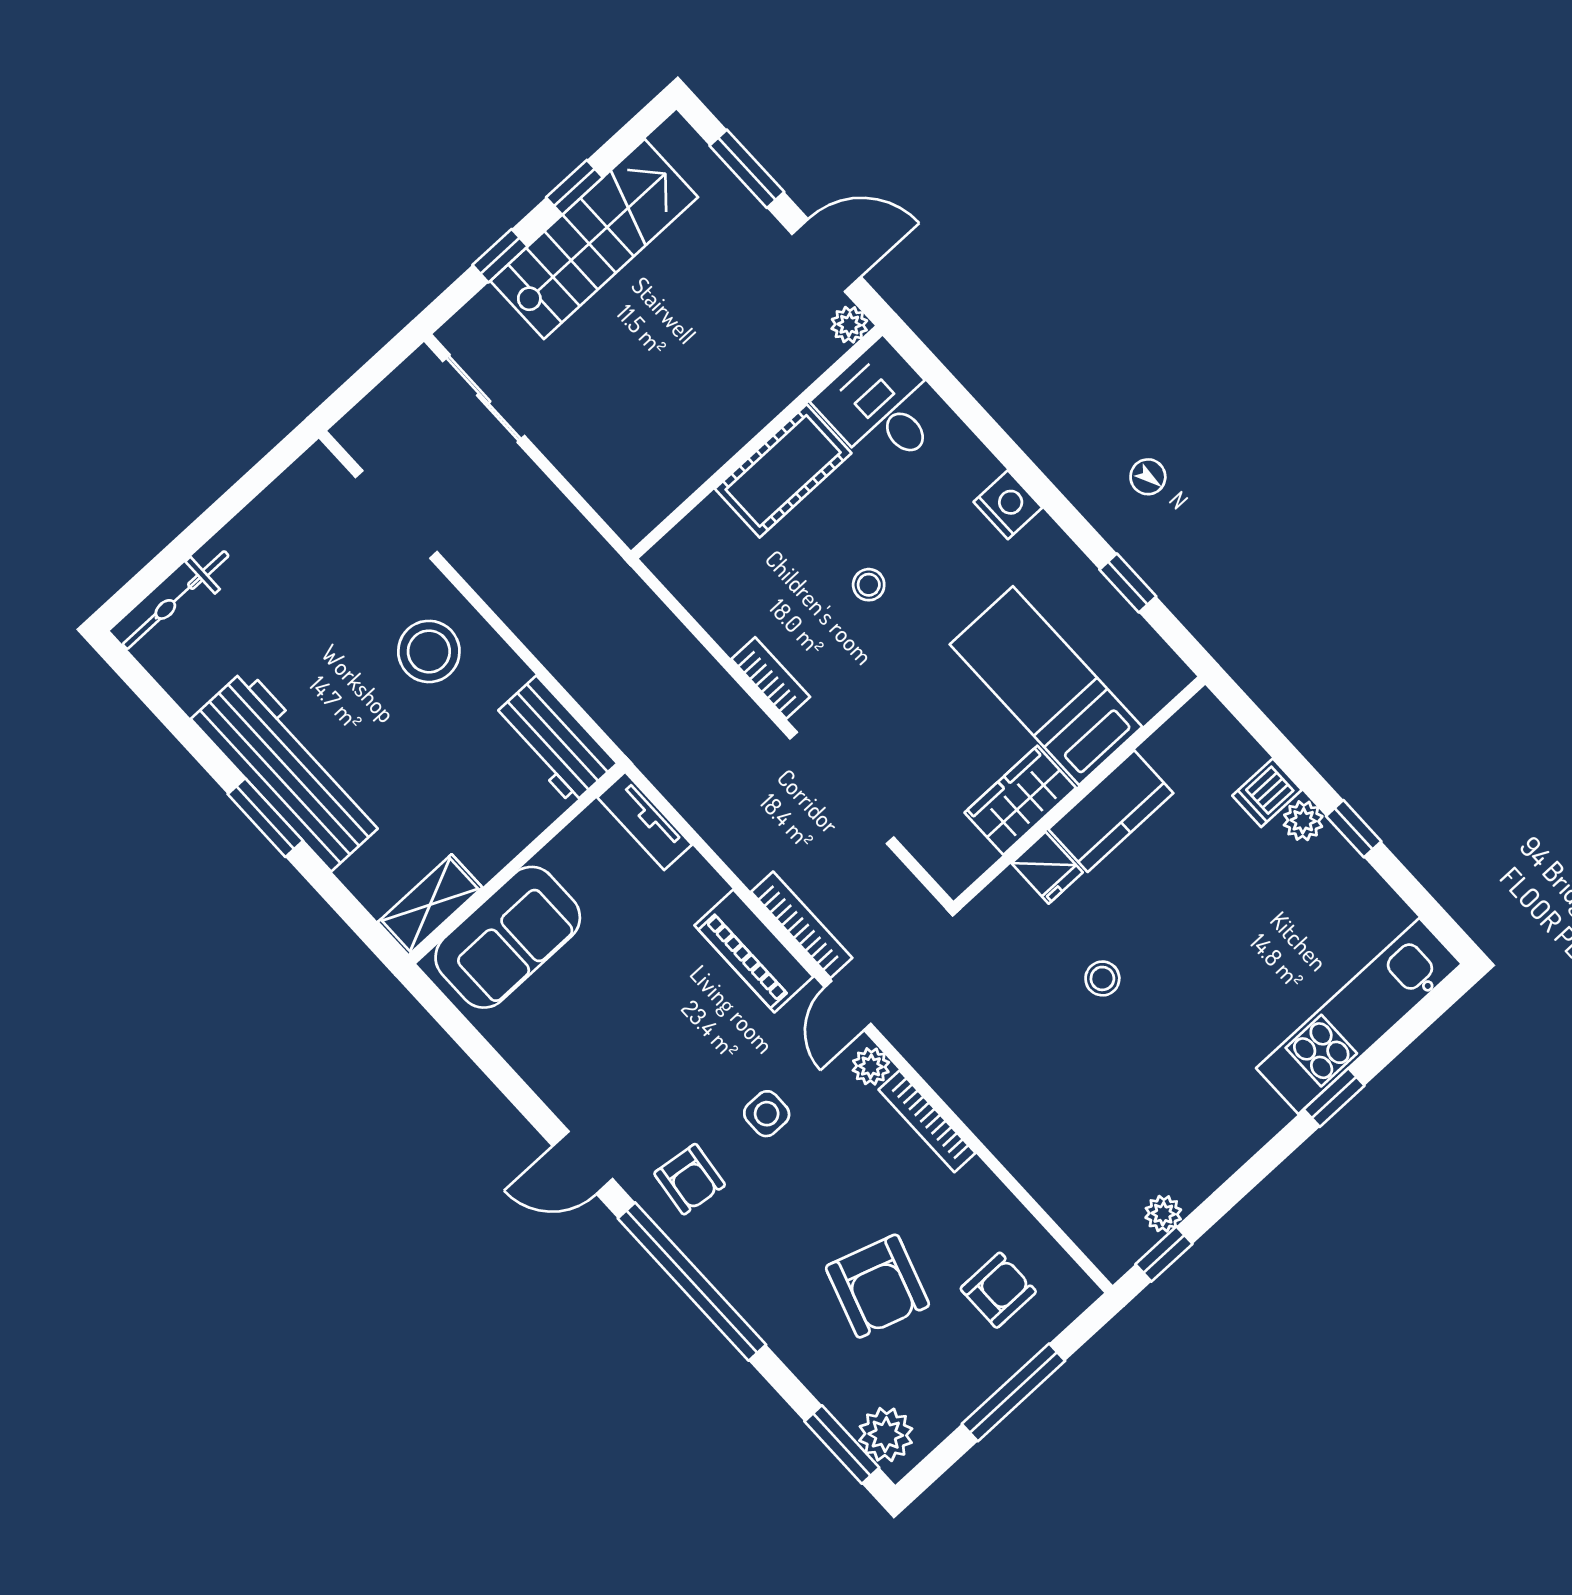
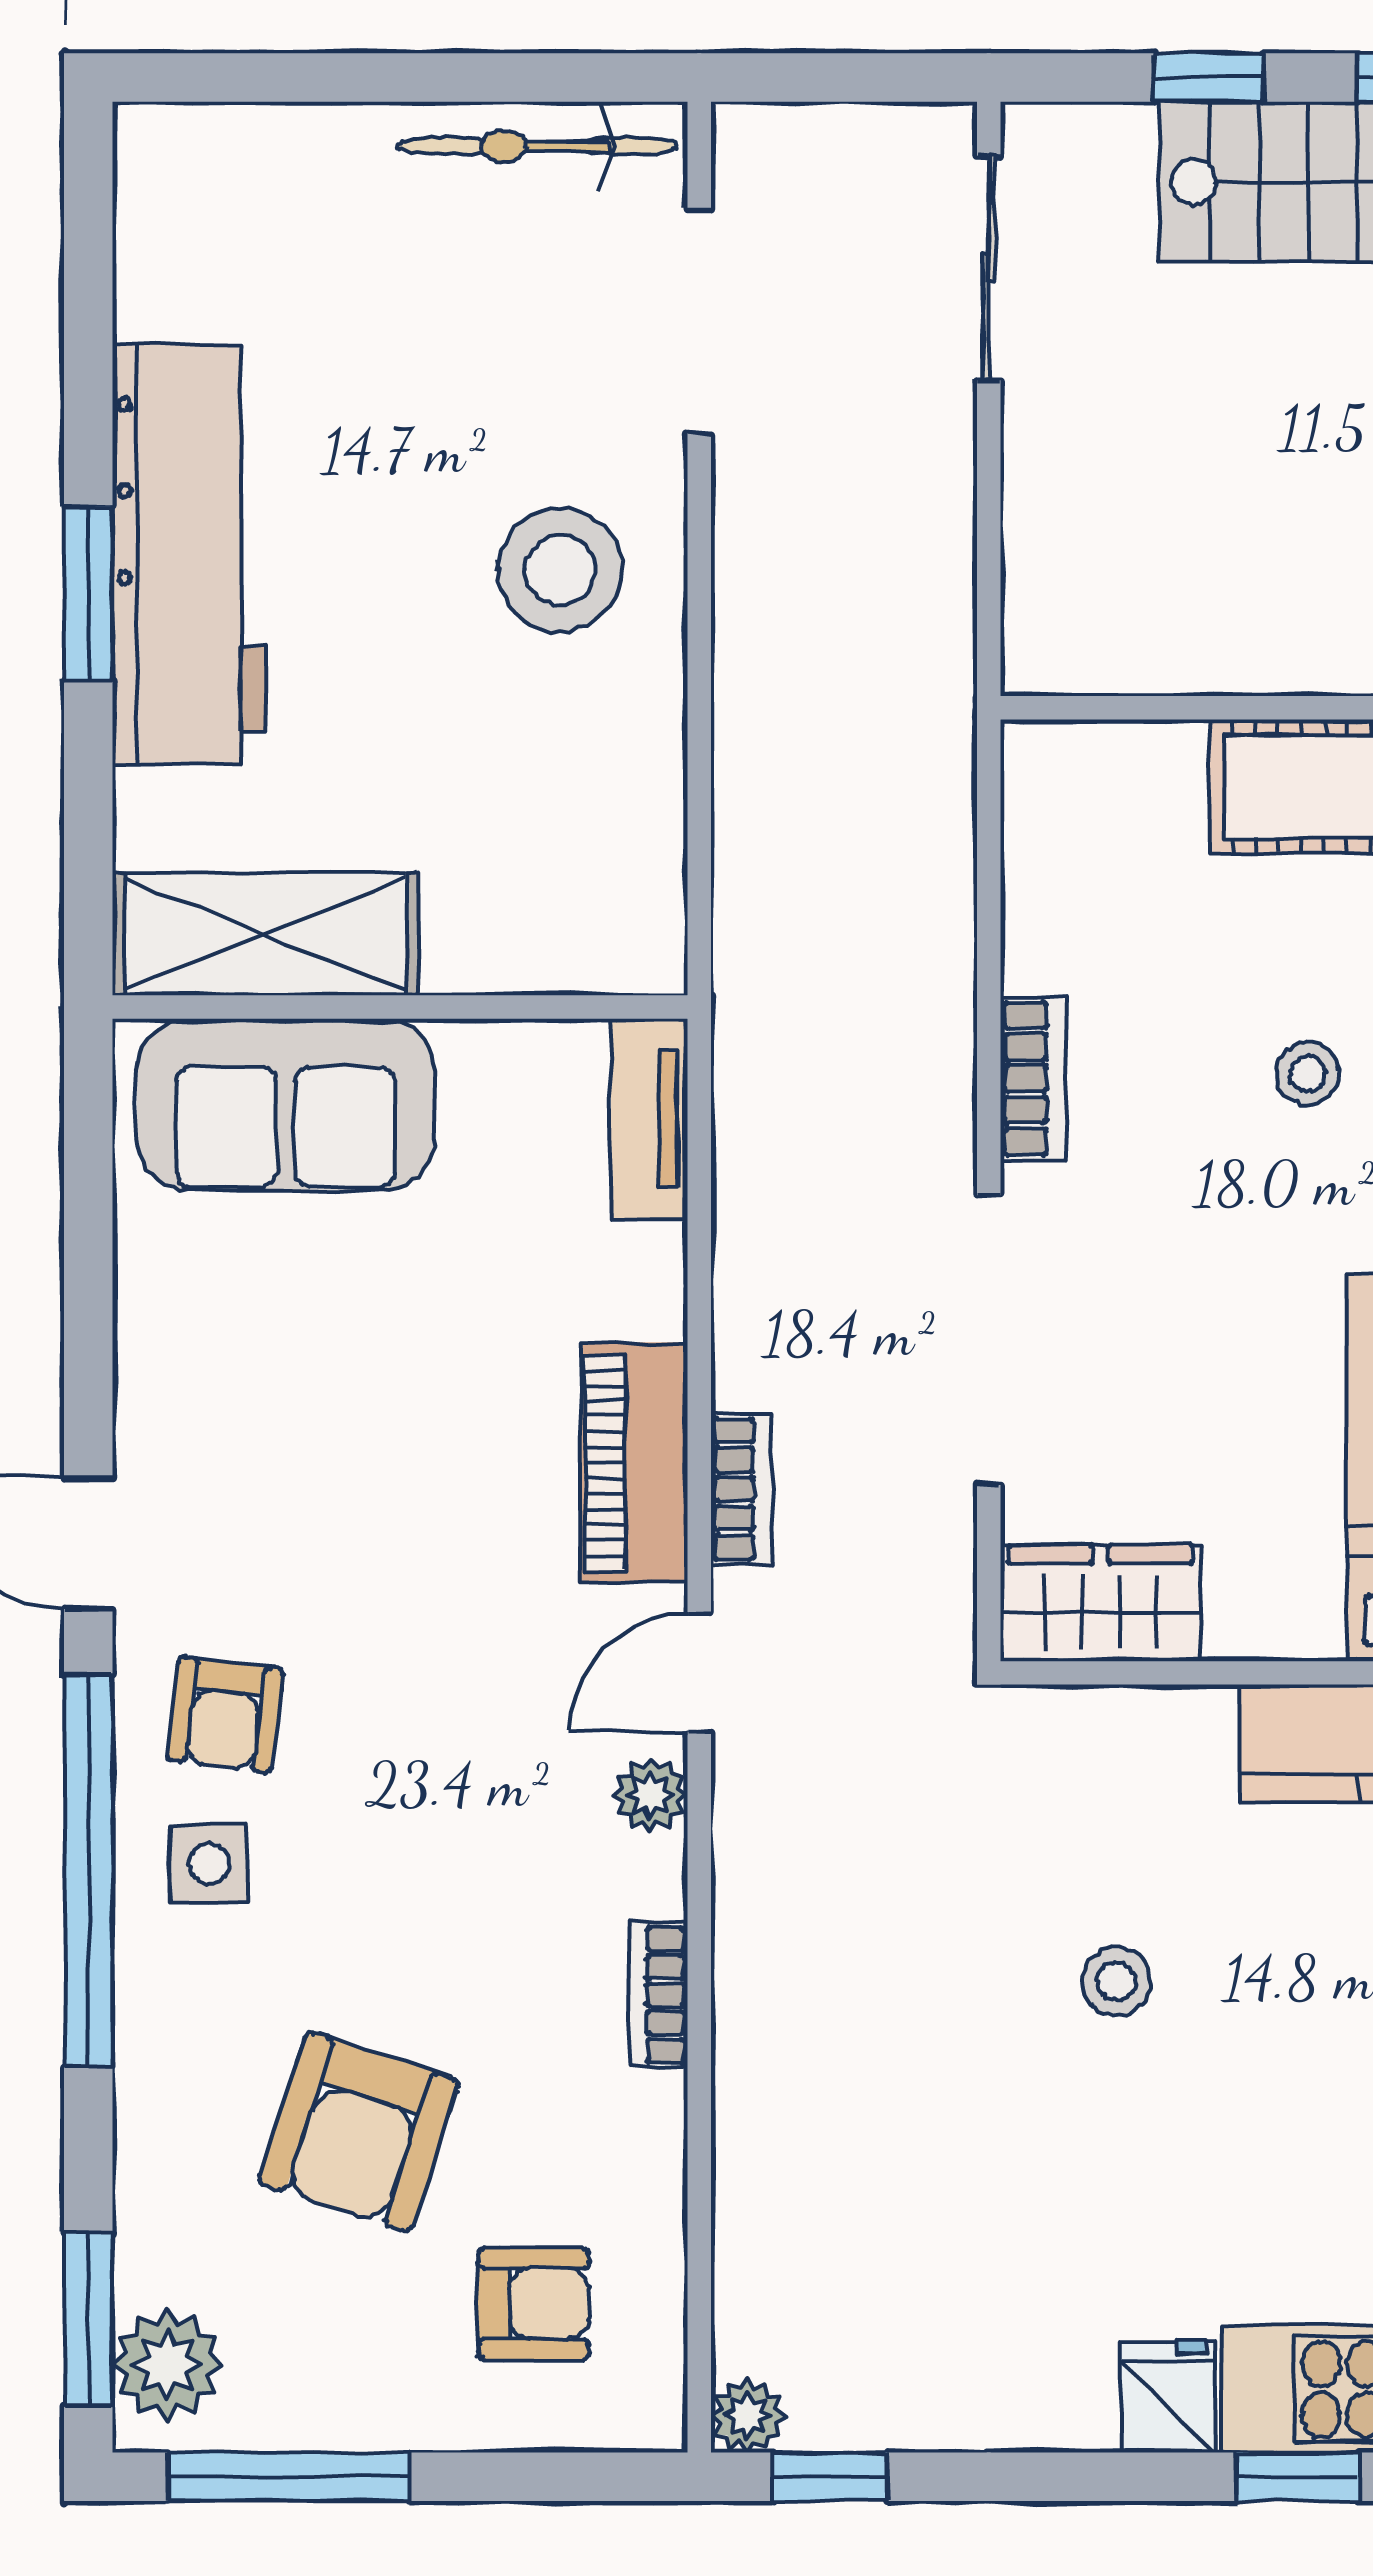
bicycle: (176, 600) -> (537, 146), moved
workbench: (554, 740) -> (625, 874), removed
wardrobe: (1020, 800) -> (1101, 1603), moved
fridge: (1047, 868) -> (1167, 2397), moved, turned 180
shelving: (430, 905) -> (265, 934), width x1.50, depth x1.33
bookcase: (802, 925) -> (741, 1489), width x0.64
side table: (767, 1114) -> (209, 1864), moved
bookcase: (927, 1121) -> (659, 1995), width x0.64
plant: (1163, 1214) -> (748, 2416), moved
window: (1013, 1392) -> (289, 2477), moved

